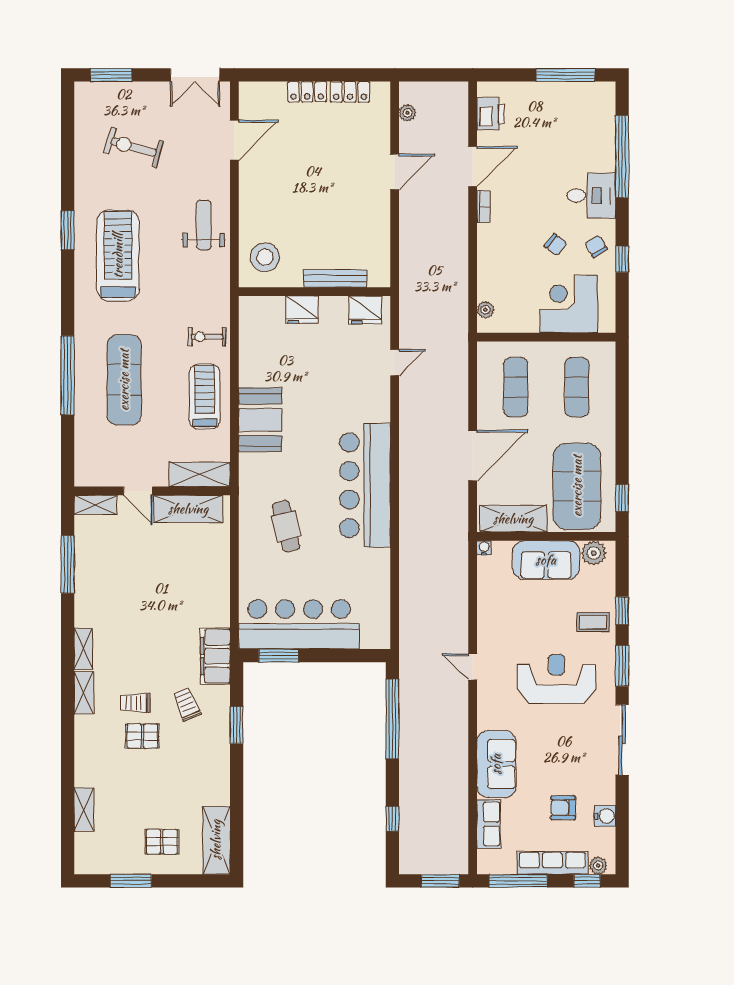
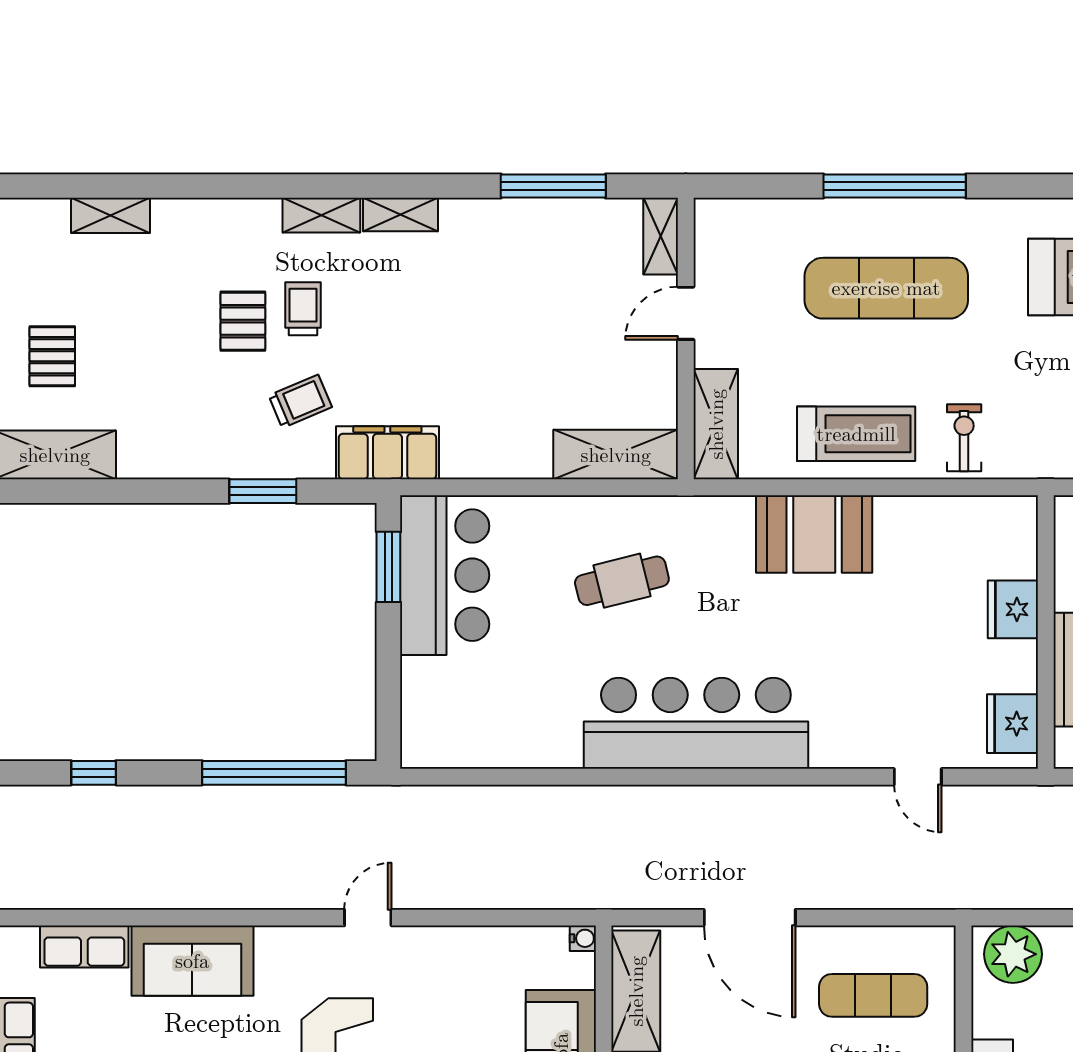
plant: (485, 310) -> (1013, 954), width x1.88, depth x1.88
shelving: (188, 509) -> (616, 455), moved, turned 90
bar counter: (299, 624) -> (445, 575), width x0.73

